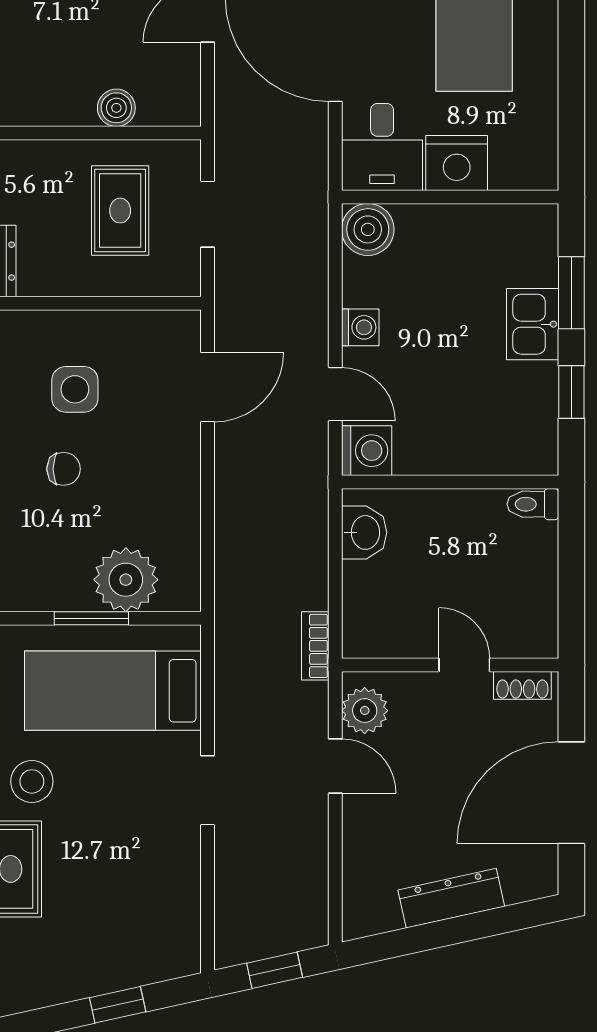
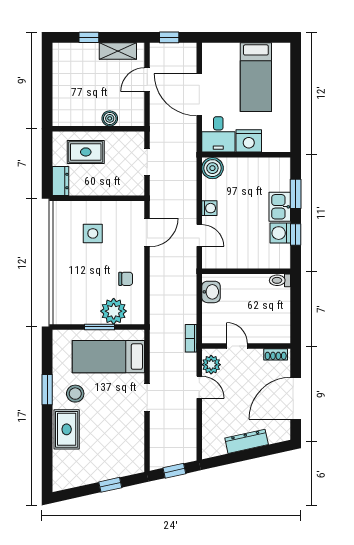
rug: (120, 211) -> (86, 152), moved, turned 90
washing machine: (367, 451) -> (280, 233), moved, turned 180
chair: (64, 469) -> (126, 279), moved
door: (464, 665) -> (237, 346), moved

